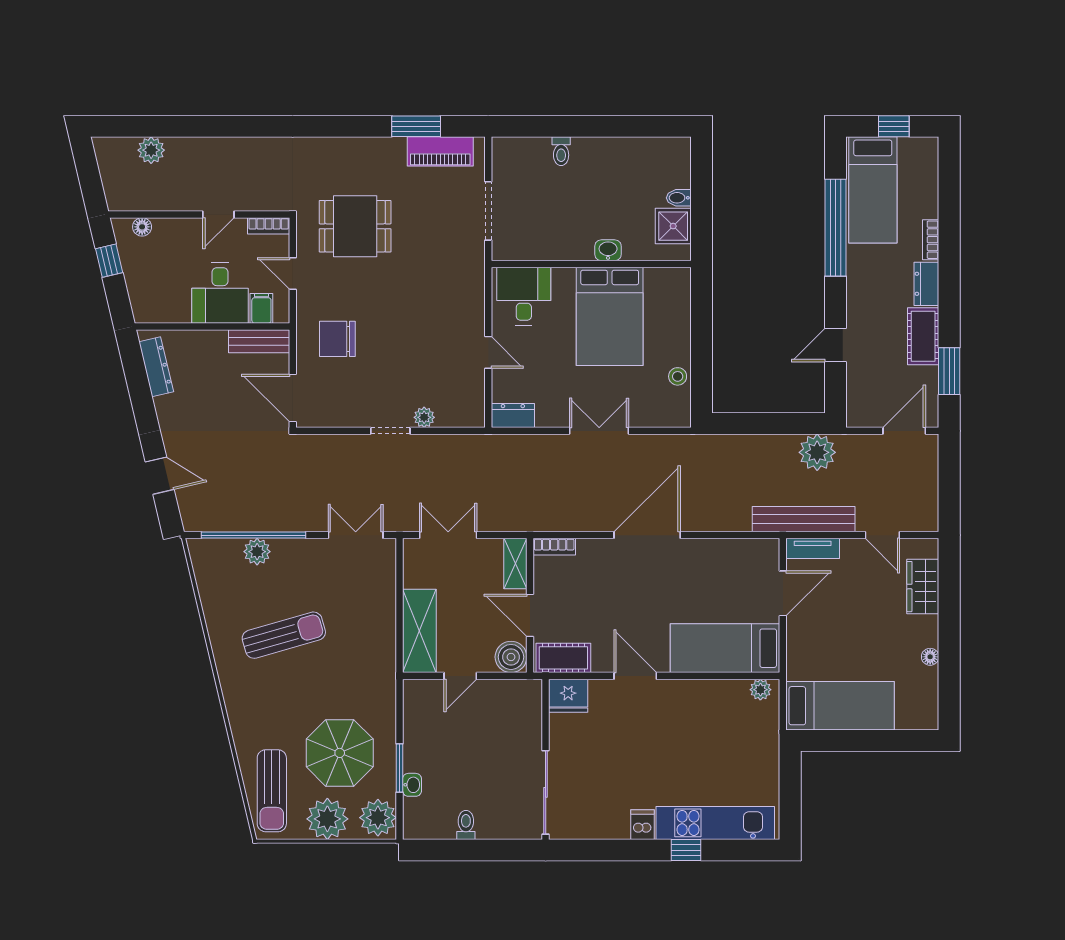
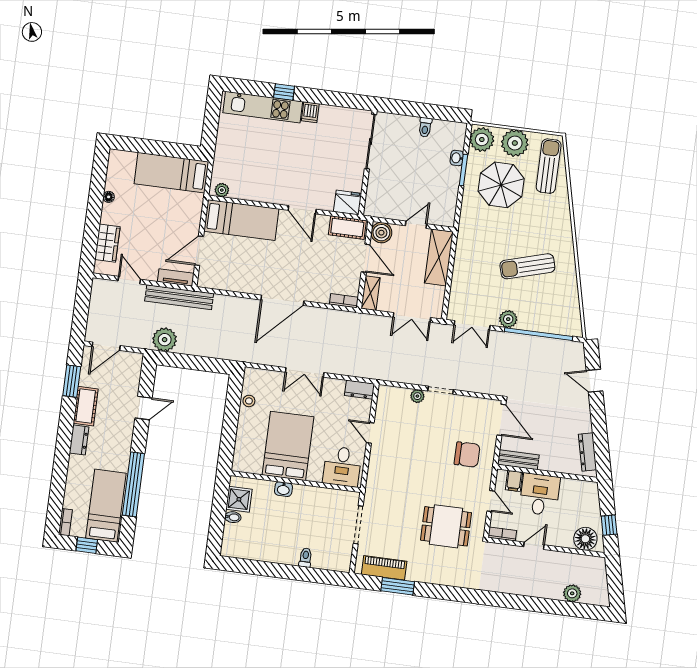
floor lamp: (142, 227) -> (585, 539), width x1.89, depth x1.89
bookcase: (931, 240) -> (65, 522), moved
plant: (257, 552) -> (508, 319), moved

